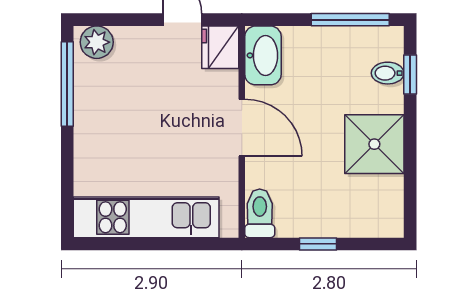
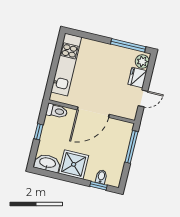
window: (350, 20) -> (131, 147), moved
fridge: (220, 47) -> (137, 78), moved, turned -90
washbasin: (263, 55) -> (47, 163), moved, turned 180
door: (242, 128) -> (93, 112), width x1.36

